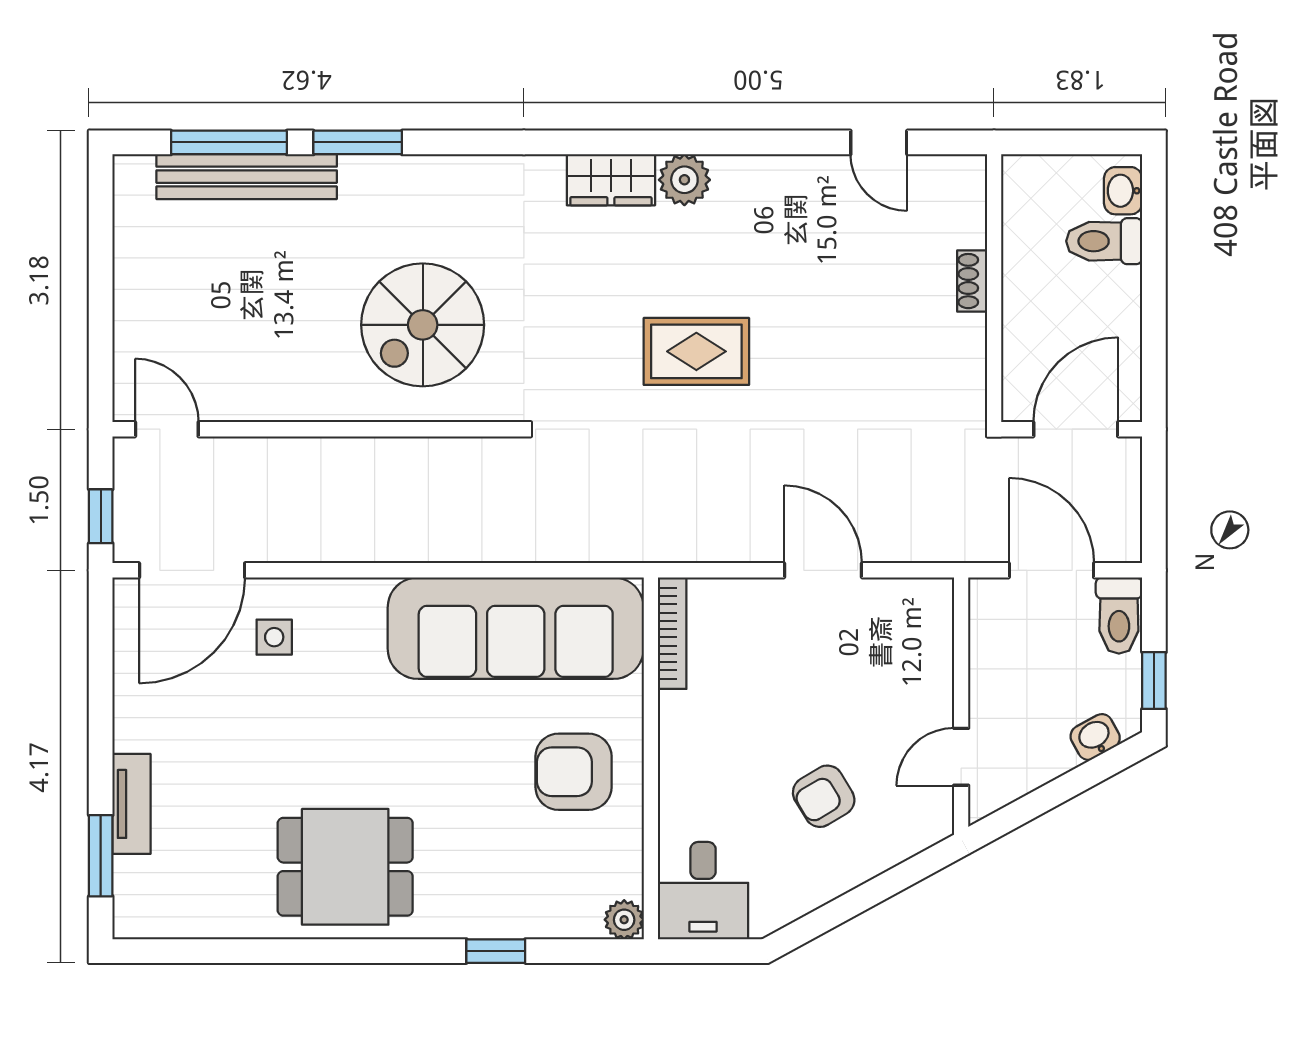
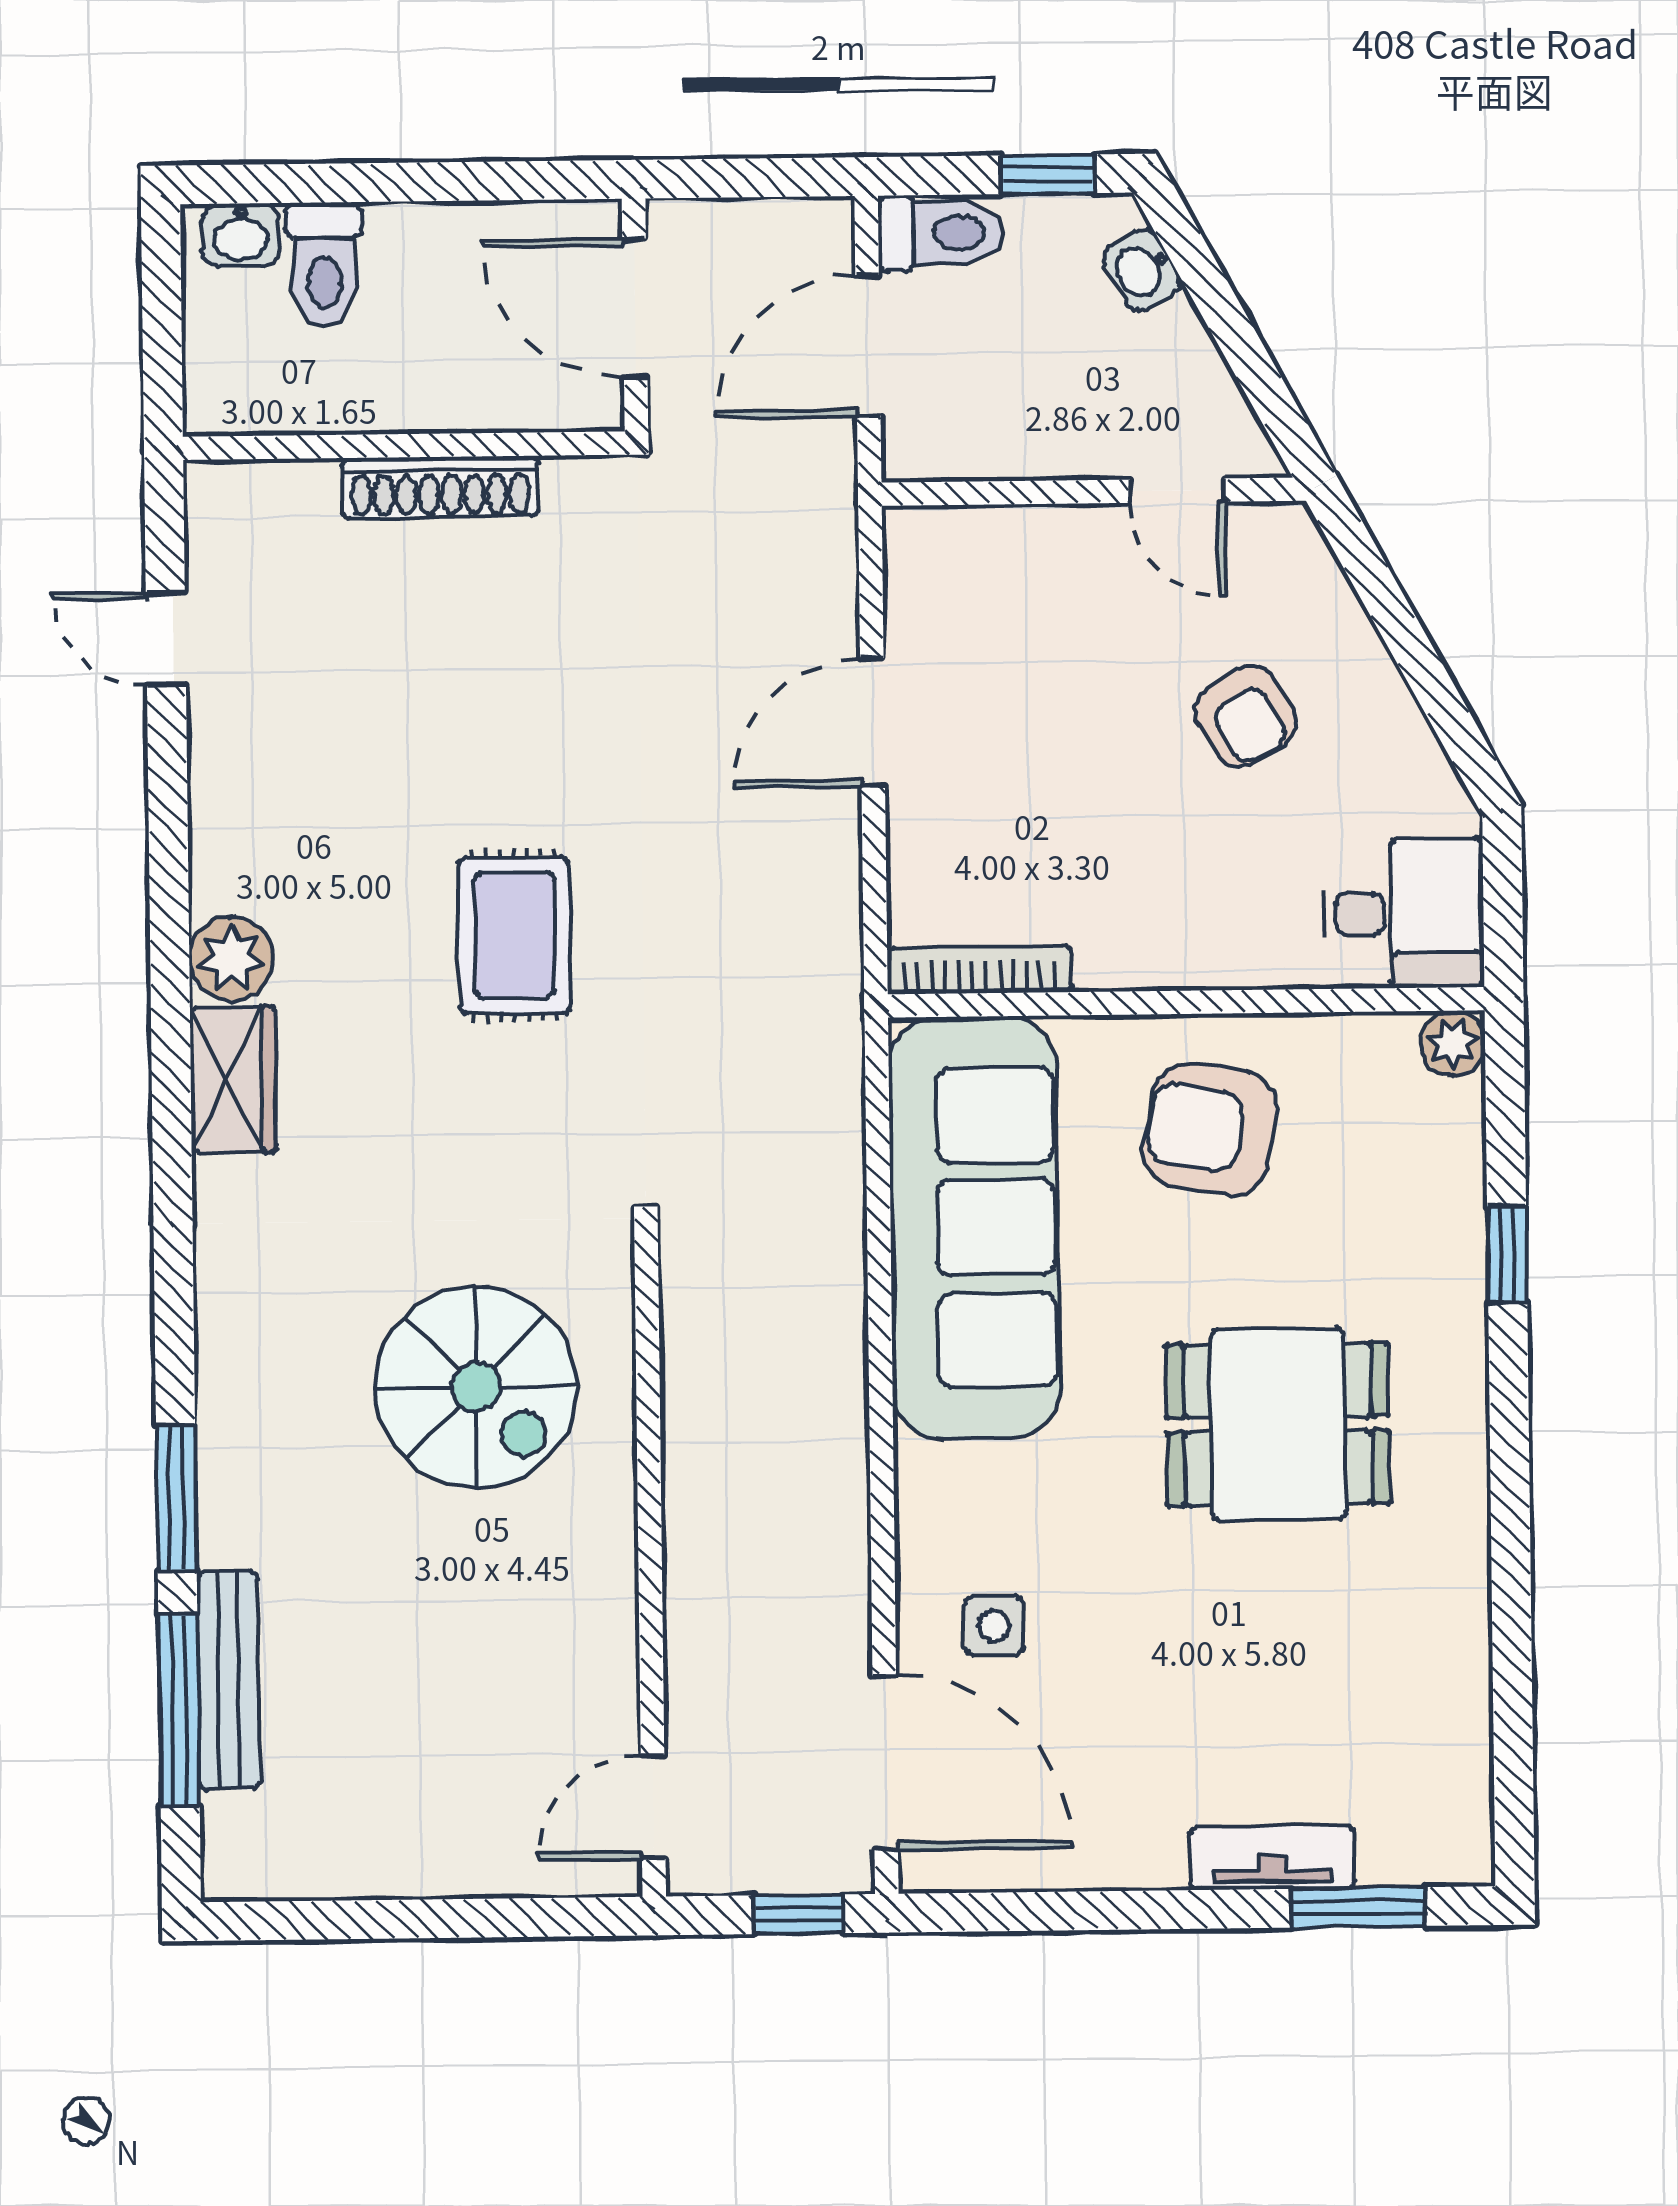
door: (879, 142) -> (166, 639), swing flipped
bench: (247, 177) -> (228, 1681), width x0.73, depth x0.82
shoe rack: (972, 281) -> (440, 487), width x1.94, depth x1.24
armchair: (574, 772) -> (1210, 1129), turned 100
dining table: (345, 867) -> (1278, 1424), moved, turned 90

